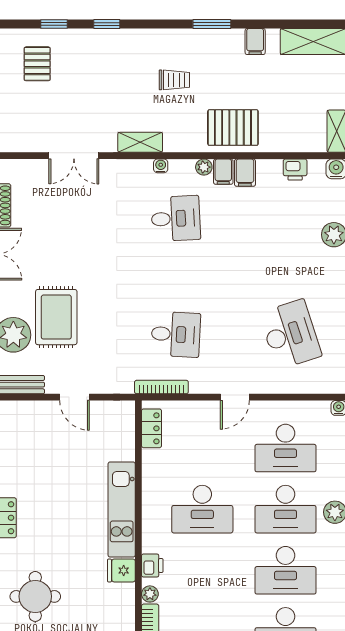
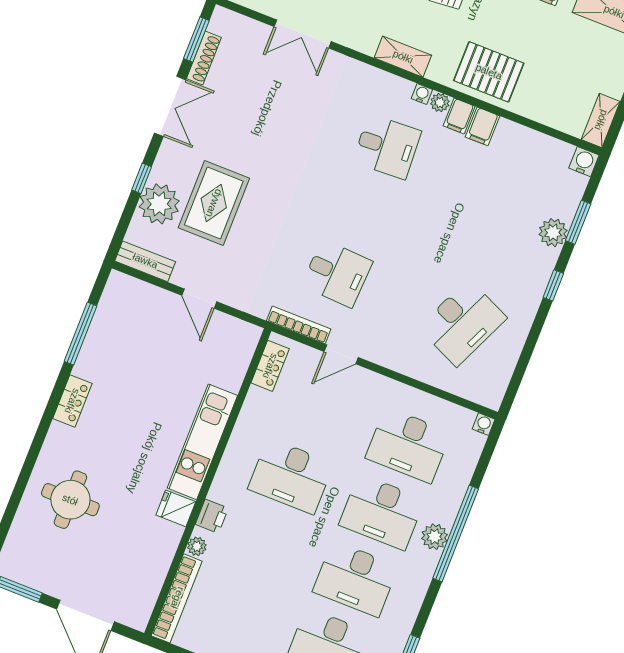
shelving: (140, 142) -> (403, 57), moved
water cooler: (161, 166) -> (422, 94), moved
printer: (295, 170) -> (539, 145), removed
desk: (290, 334) -> (462, 323), turned 42
door: (235, 397) -> (341, 354), moved

